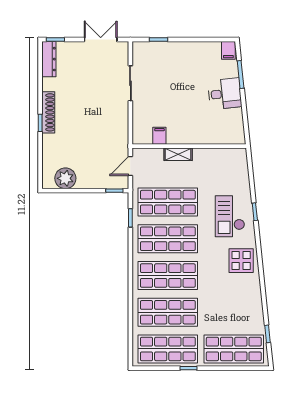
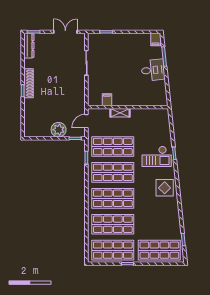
plant: (65, 178) -> (59, 130), moved
checkout: (230, 216) -> (157, 156), turned -90

